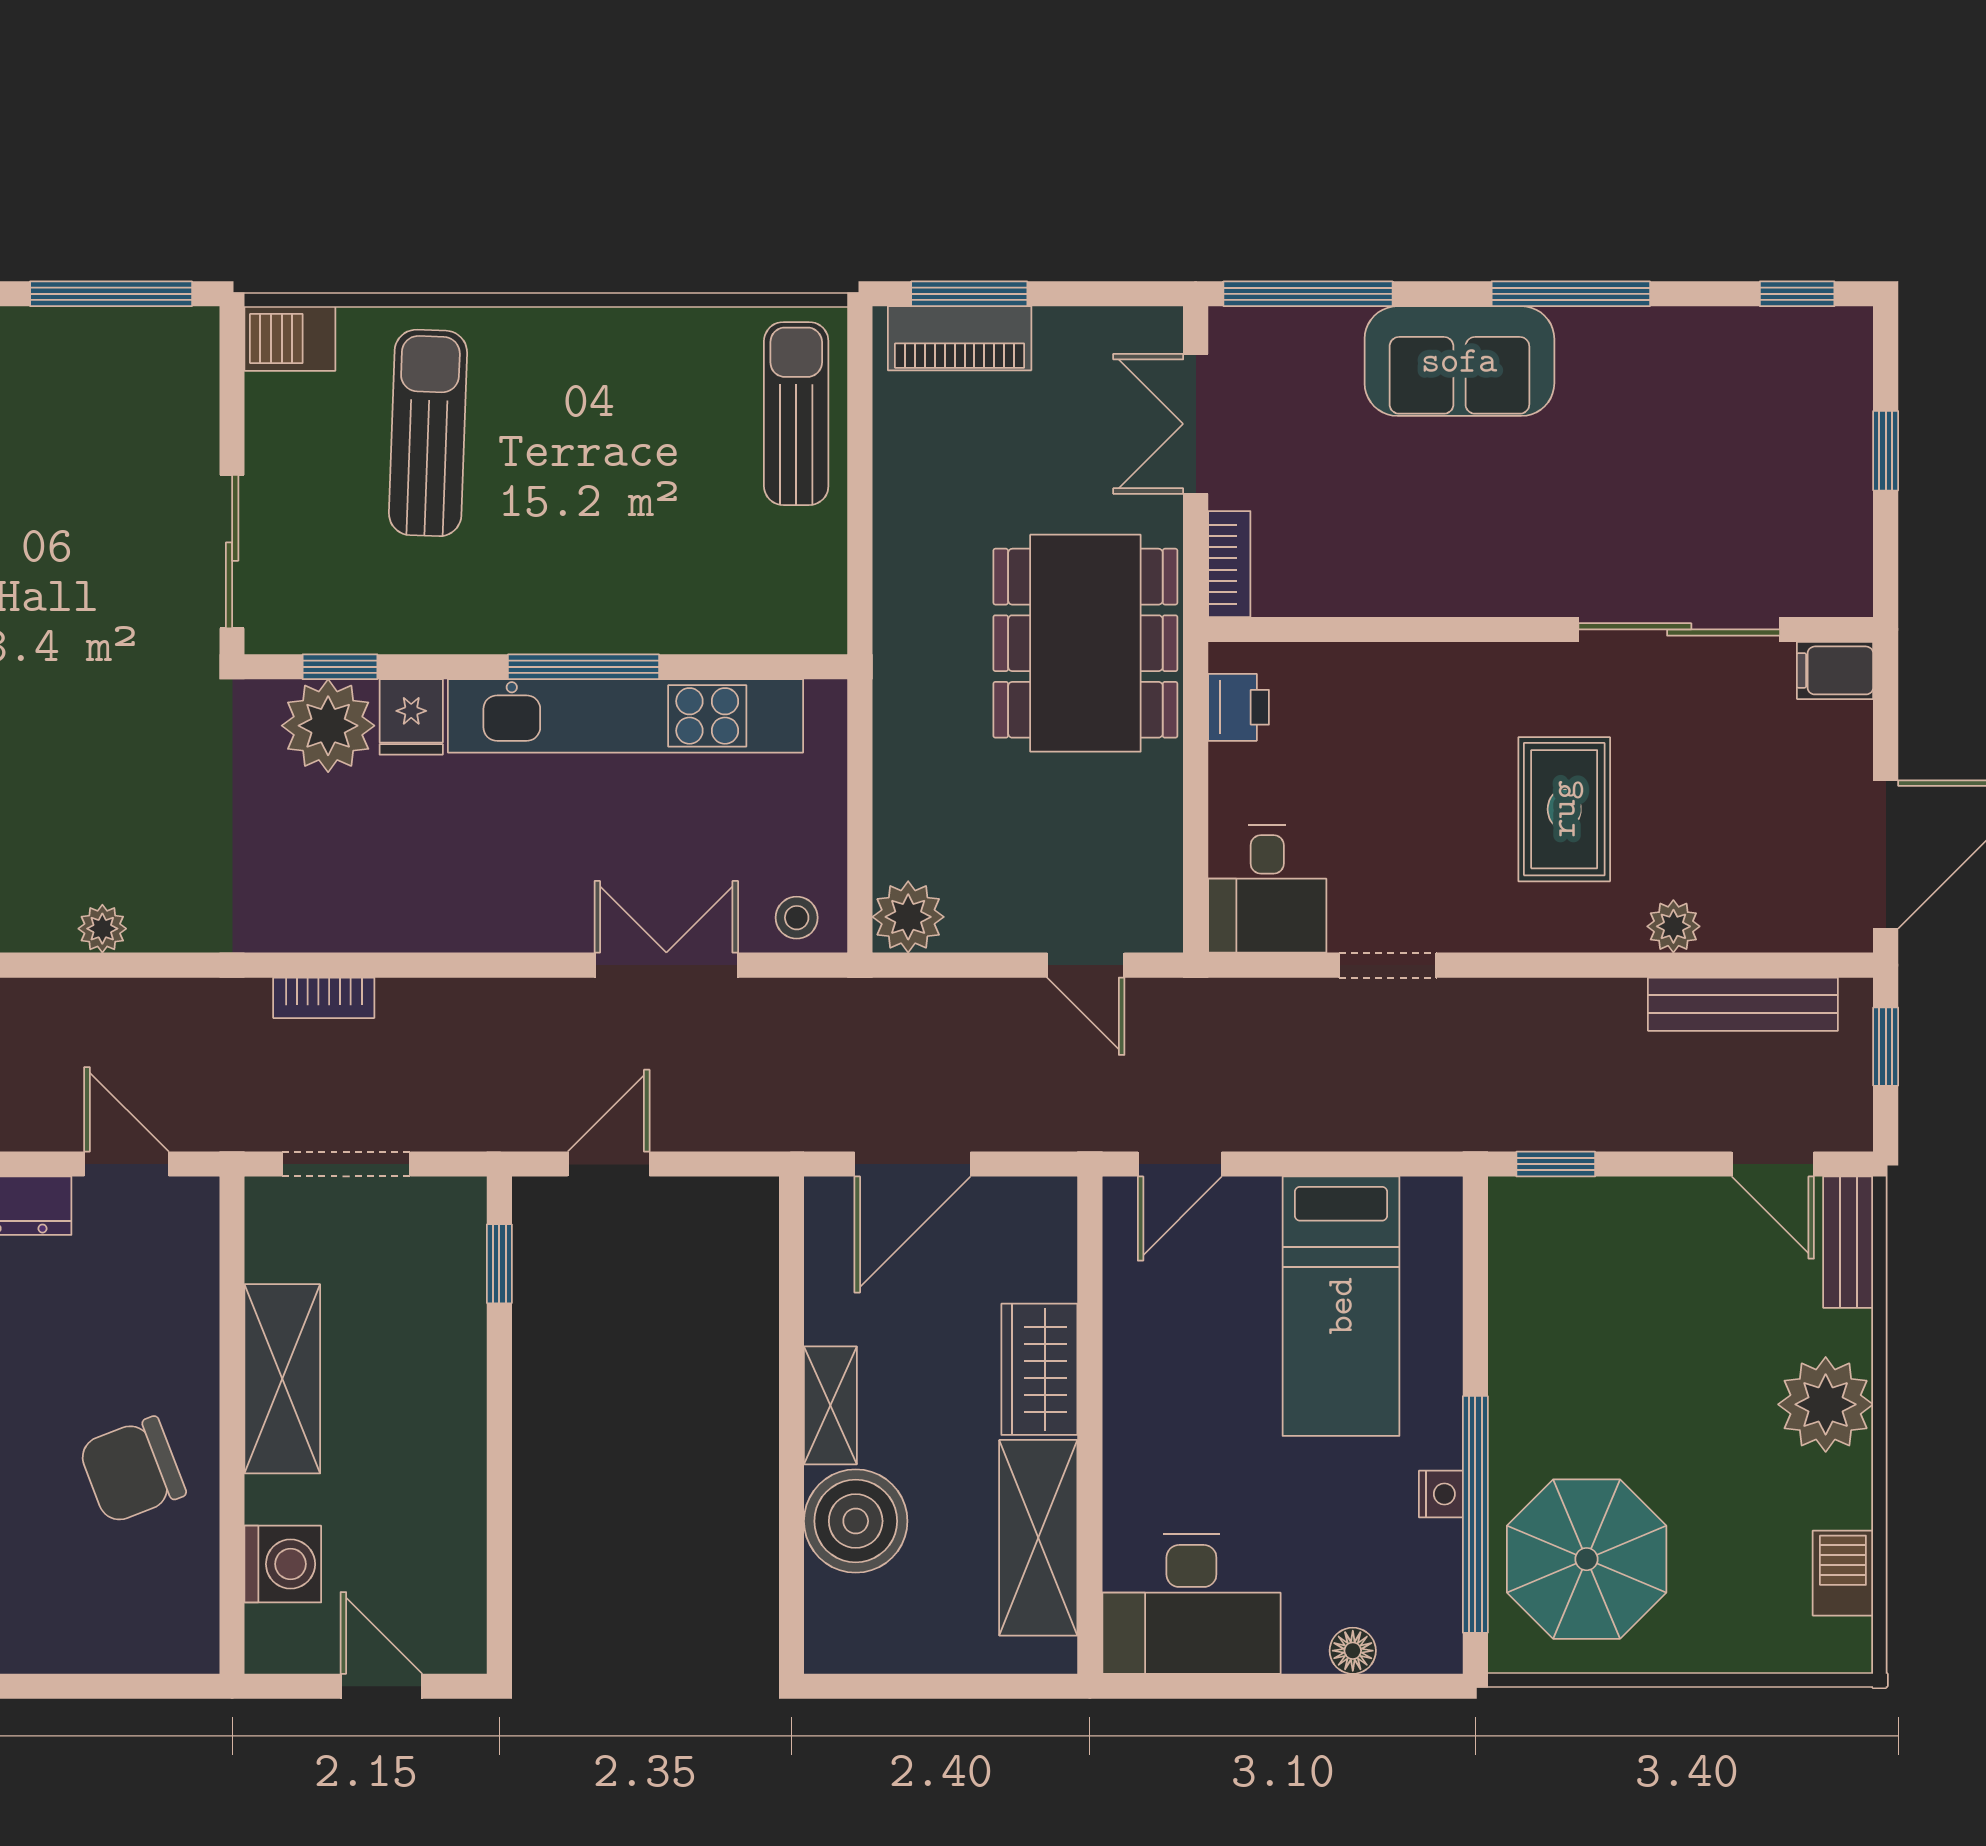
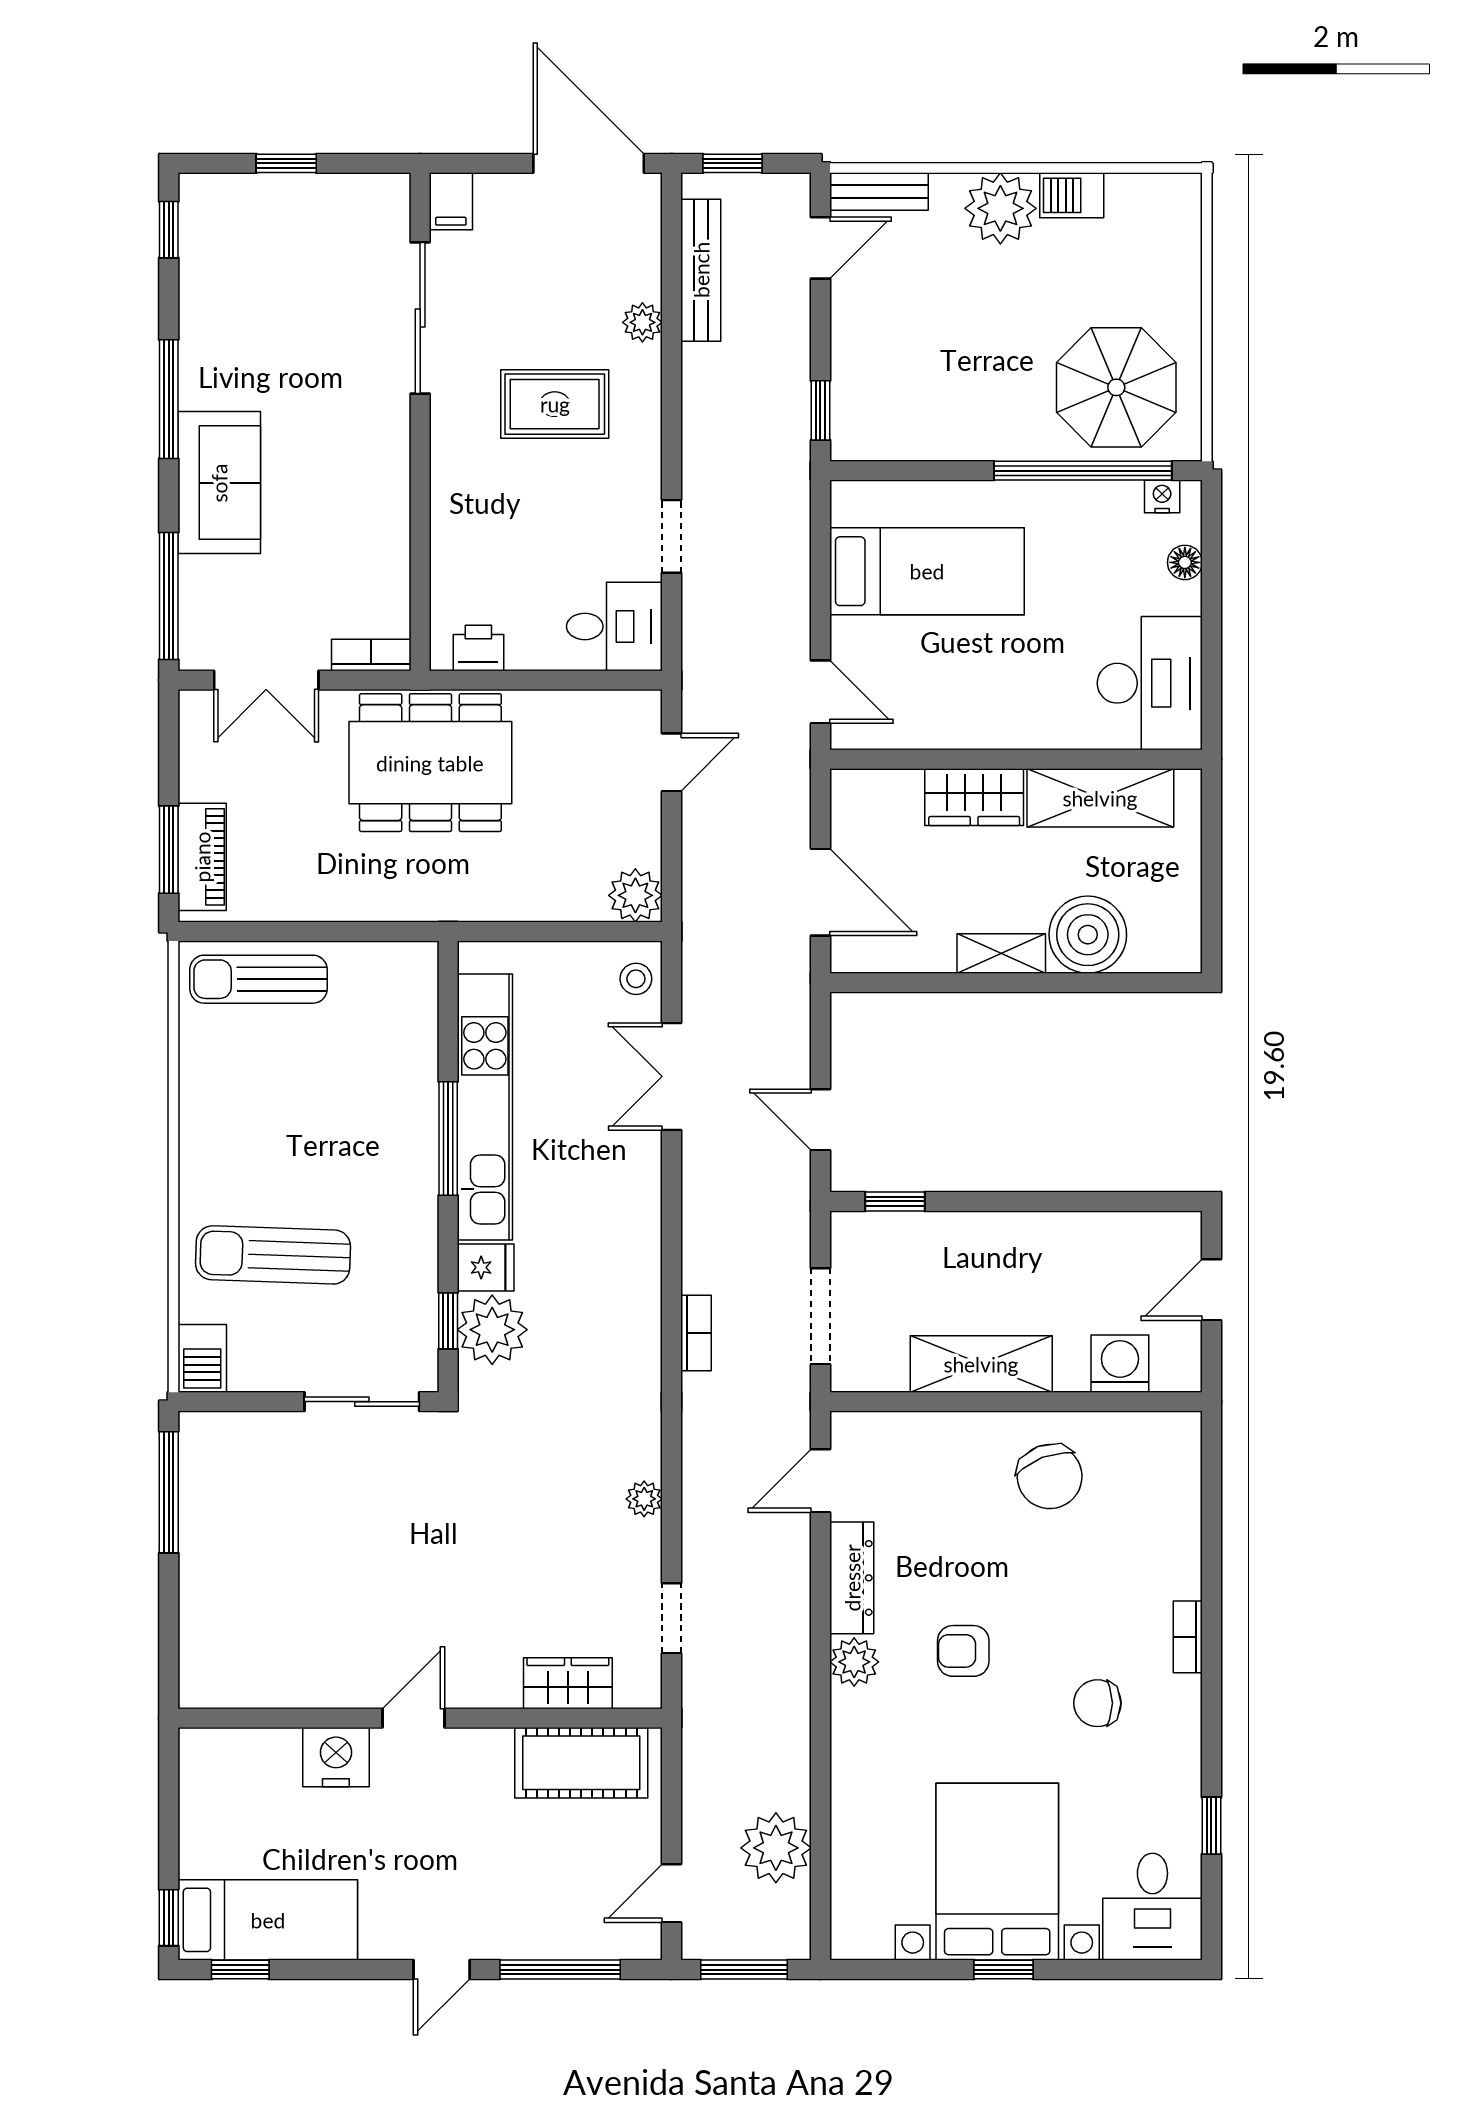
nightstand: (1441, 1494) -> (1162, 496), moved
barbecue: (1843, 1573) -> (1072, 195), moved

